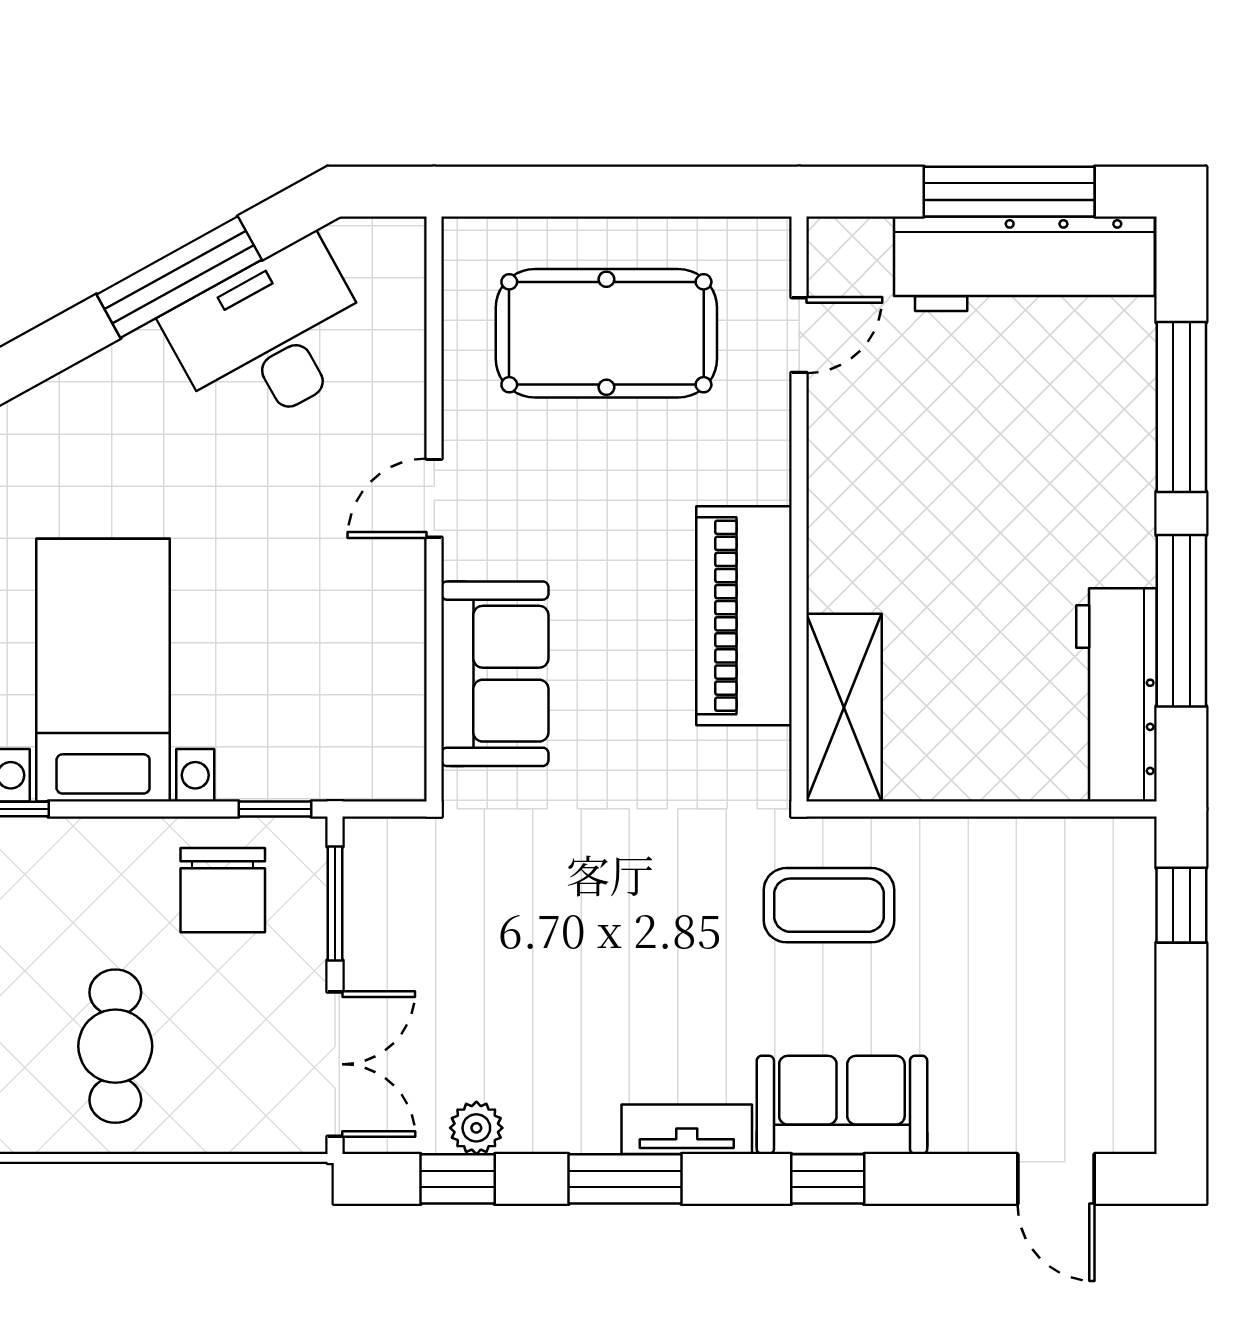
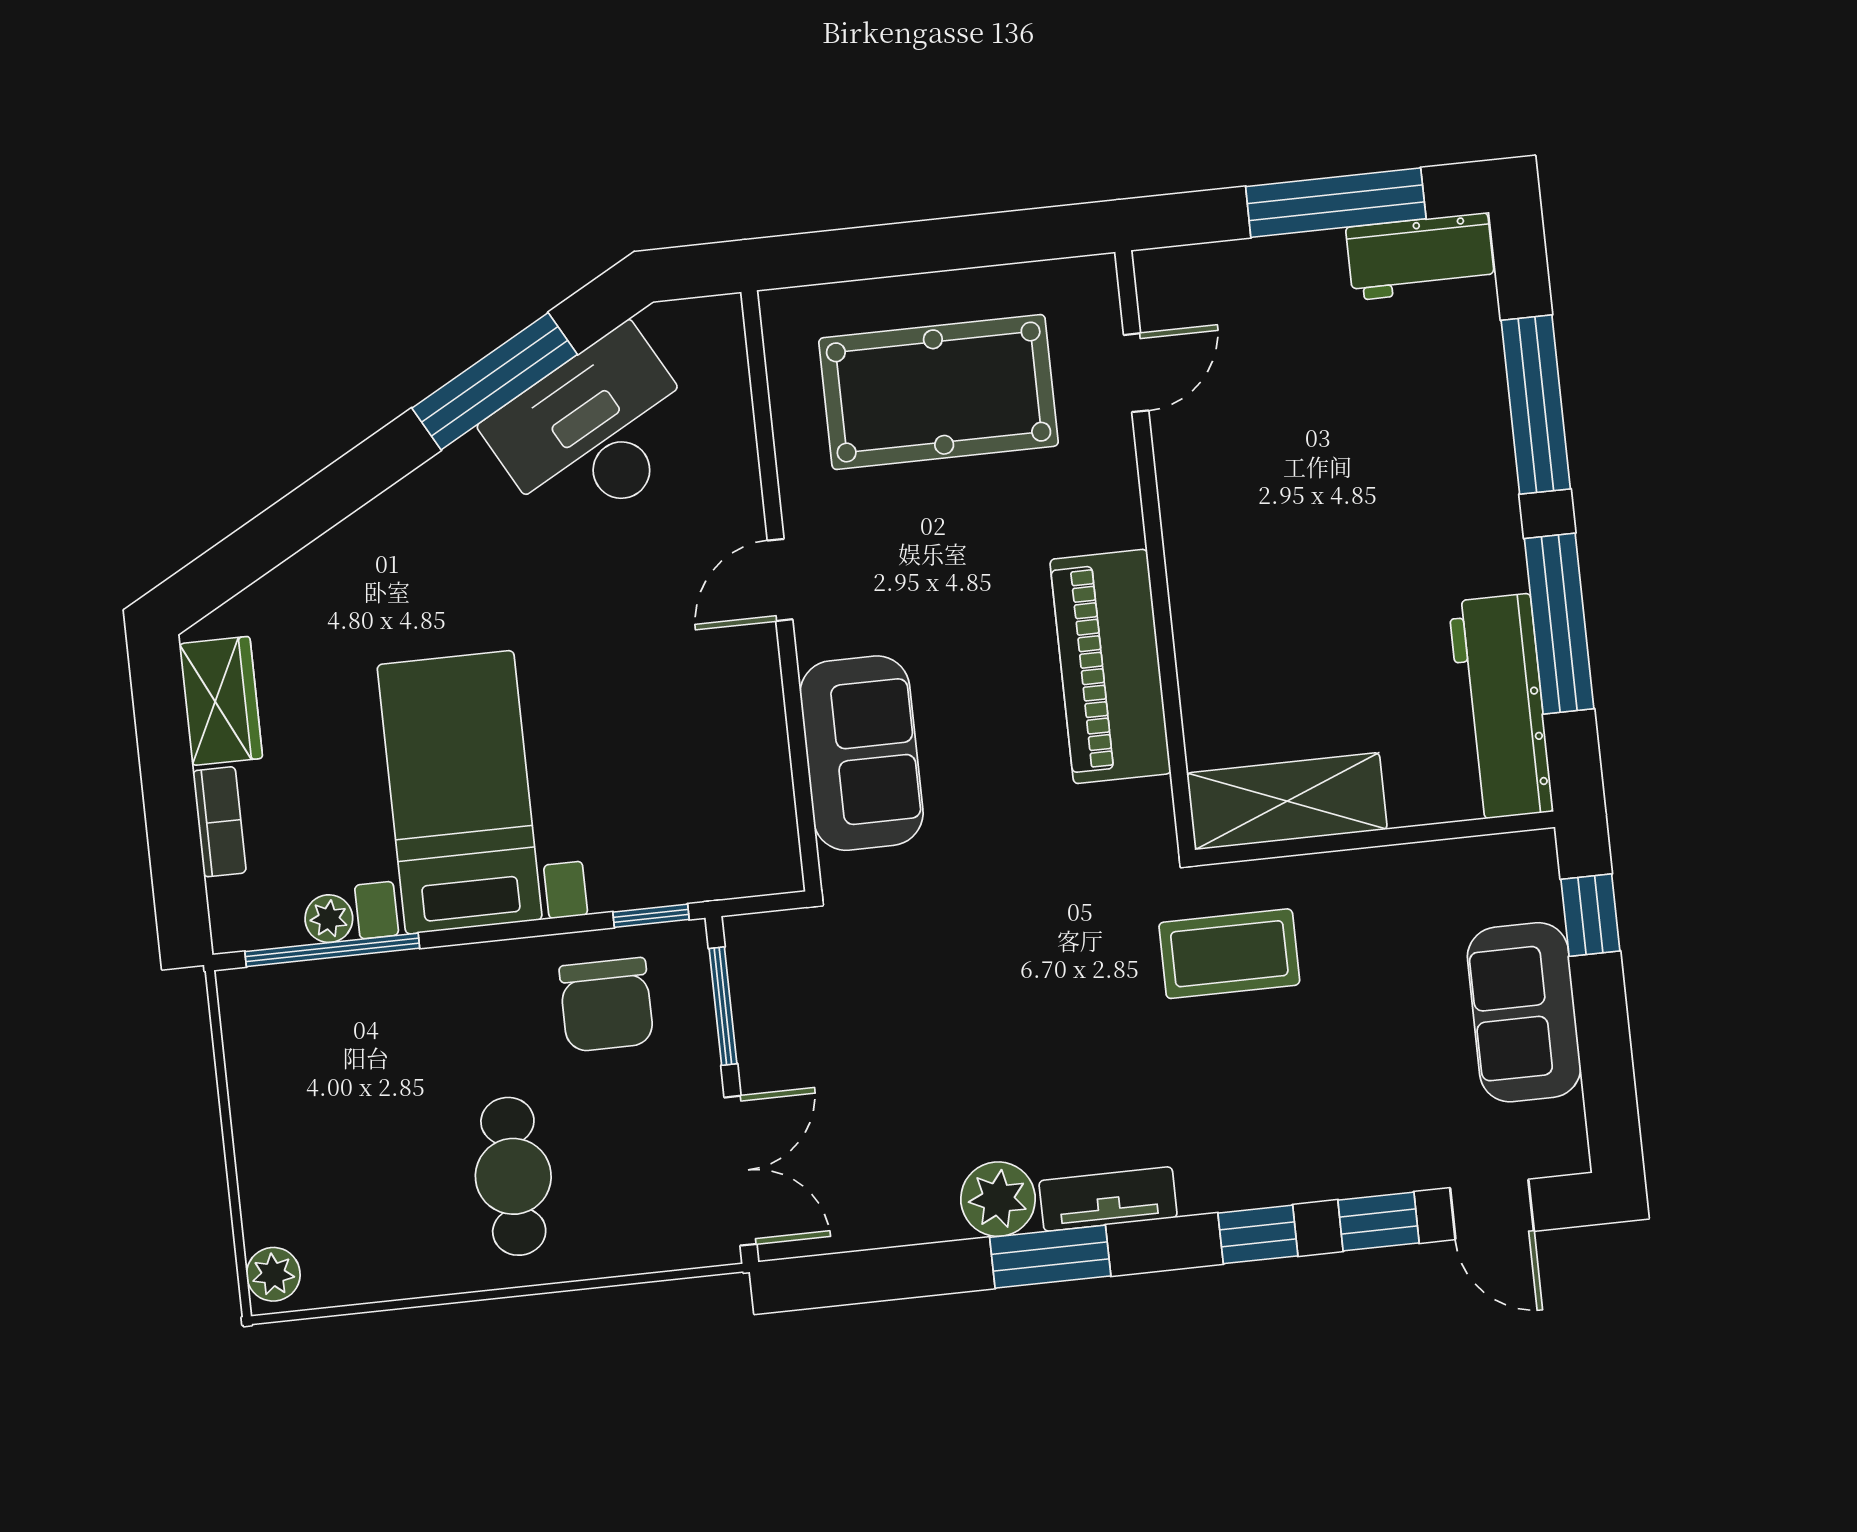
workbench: (1024, 264) -> (1420, 256), width x0.53, depth x0.76
shelving: (844, 708) -> (1287, 801), moved, turned 90
sofa: (842, 1105) -> (1524, 1012), moved, turned -90
plant: (476, 1128) -> (998, 1199), moved, width x1.38, depth x1.38
window: (458, 1179) -> (1379, 1222), moved

